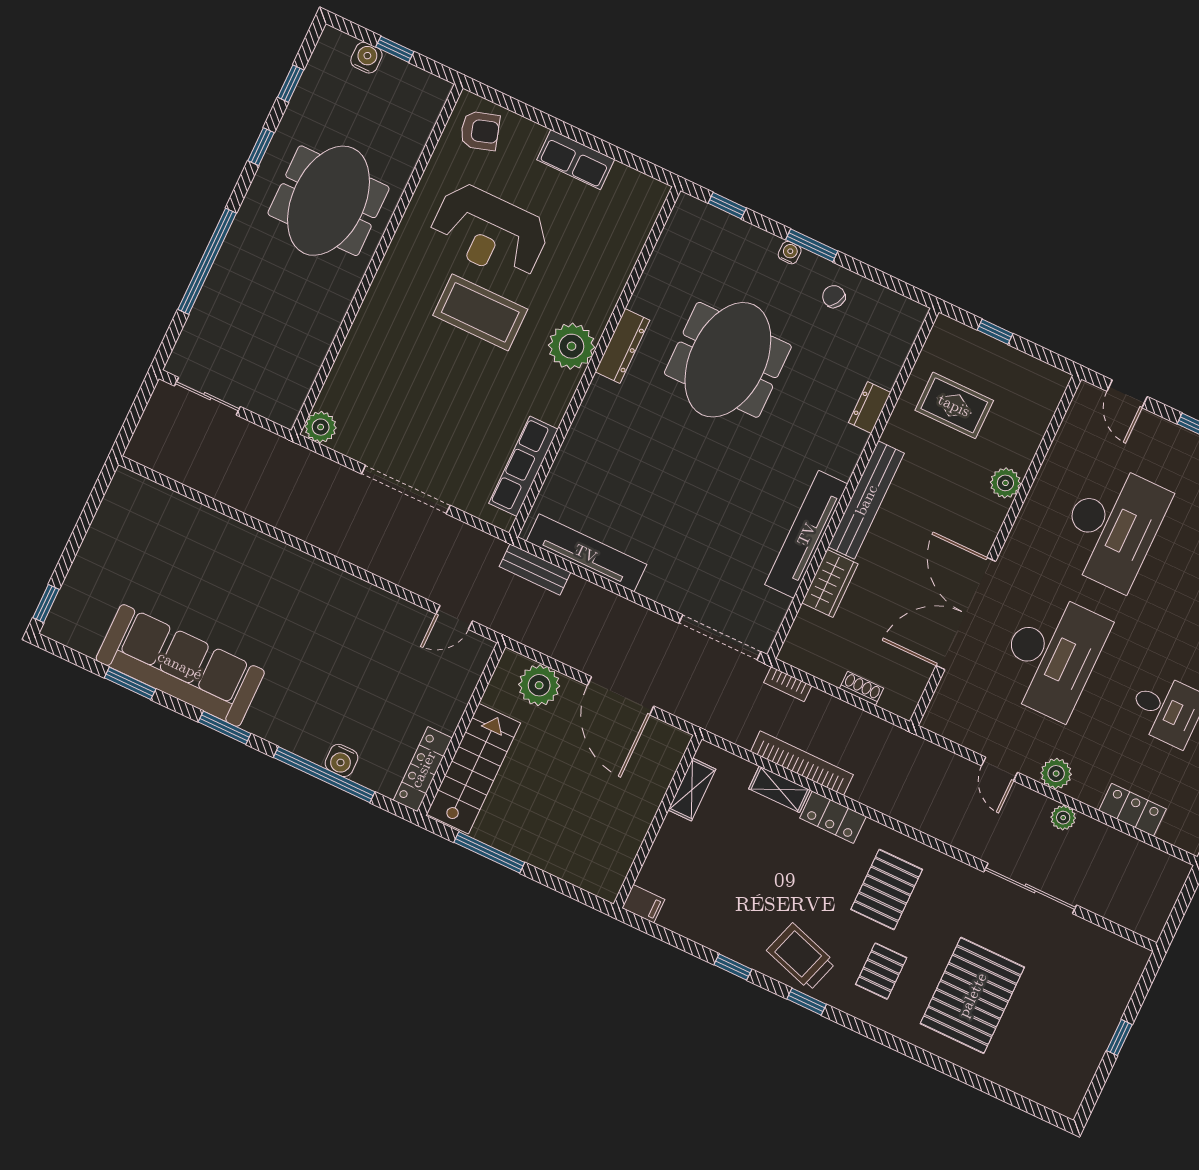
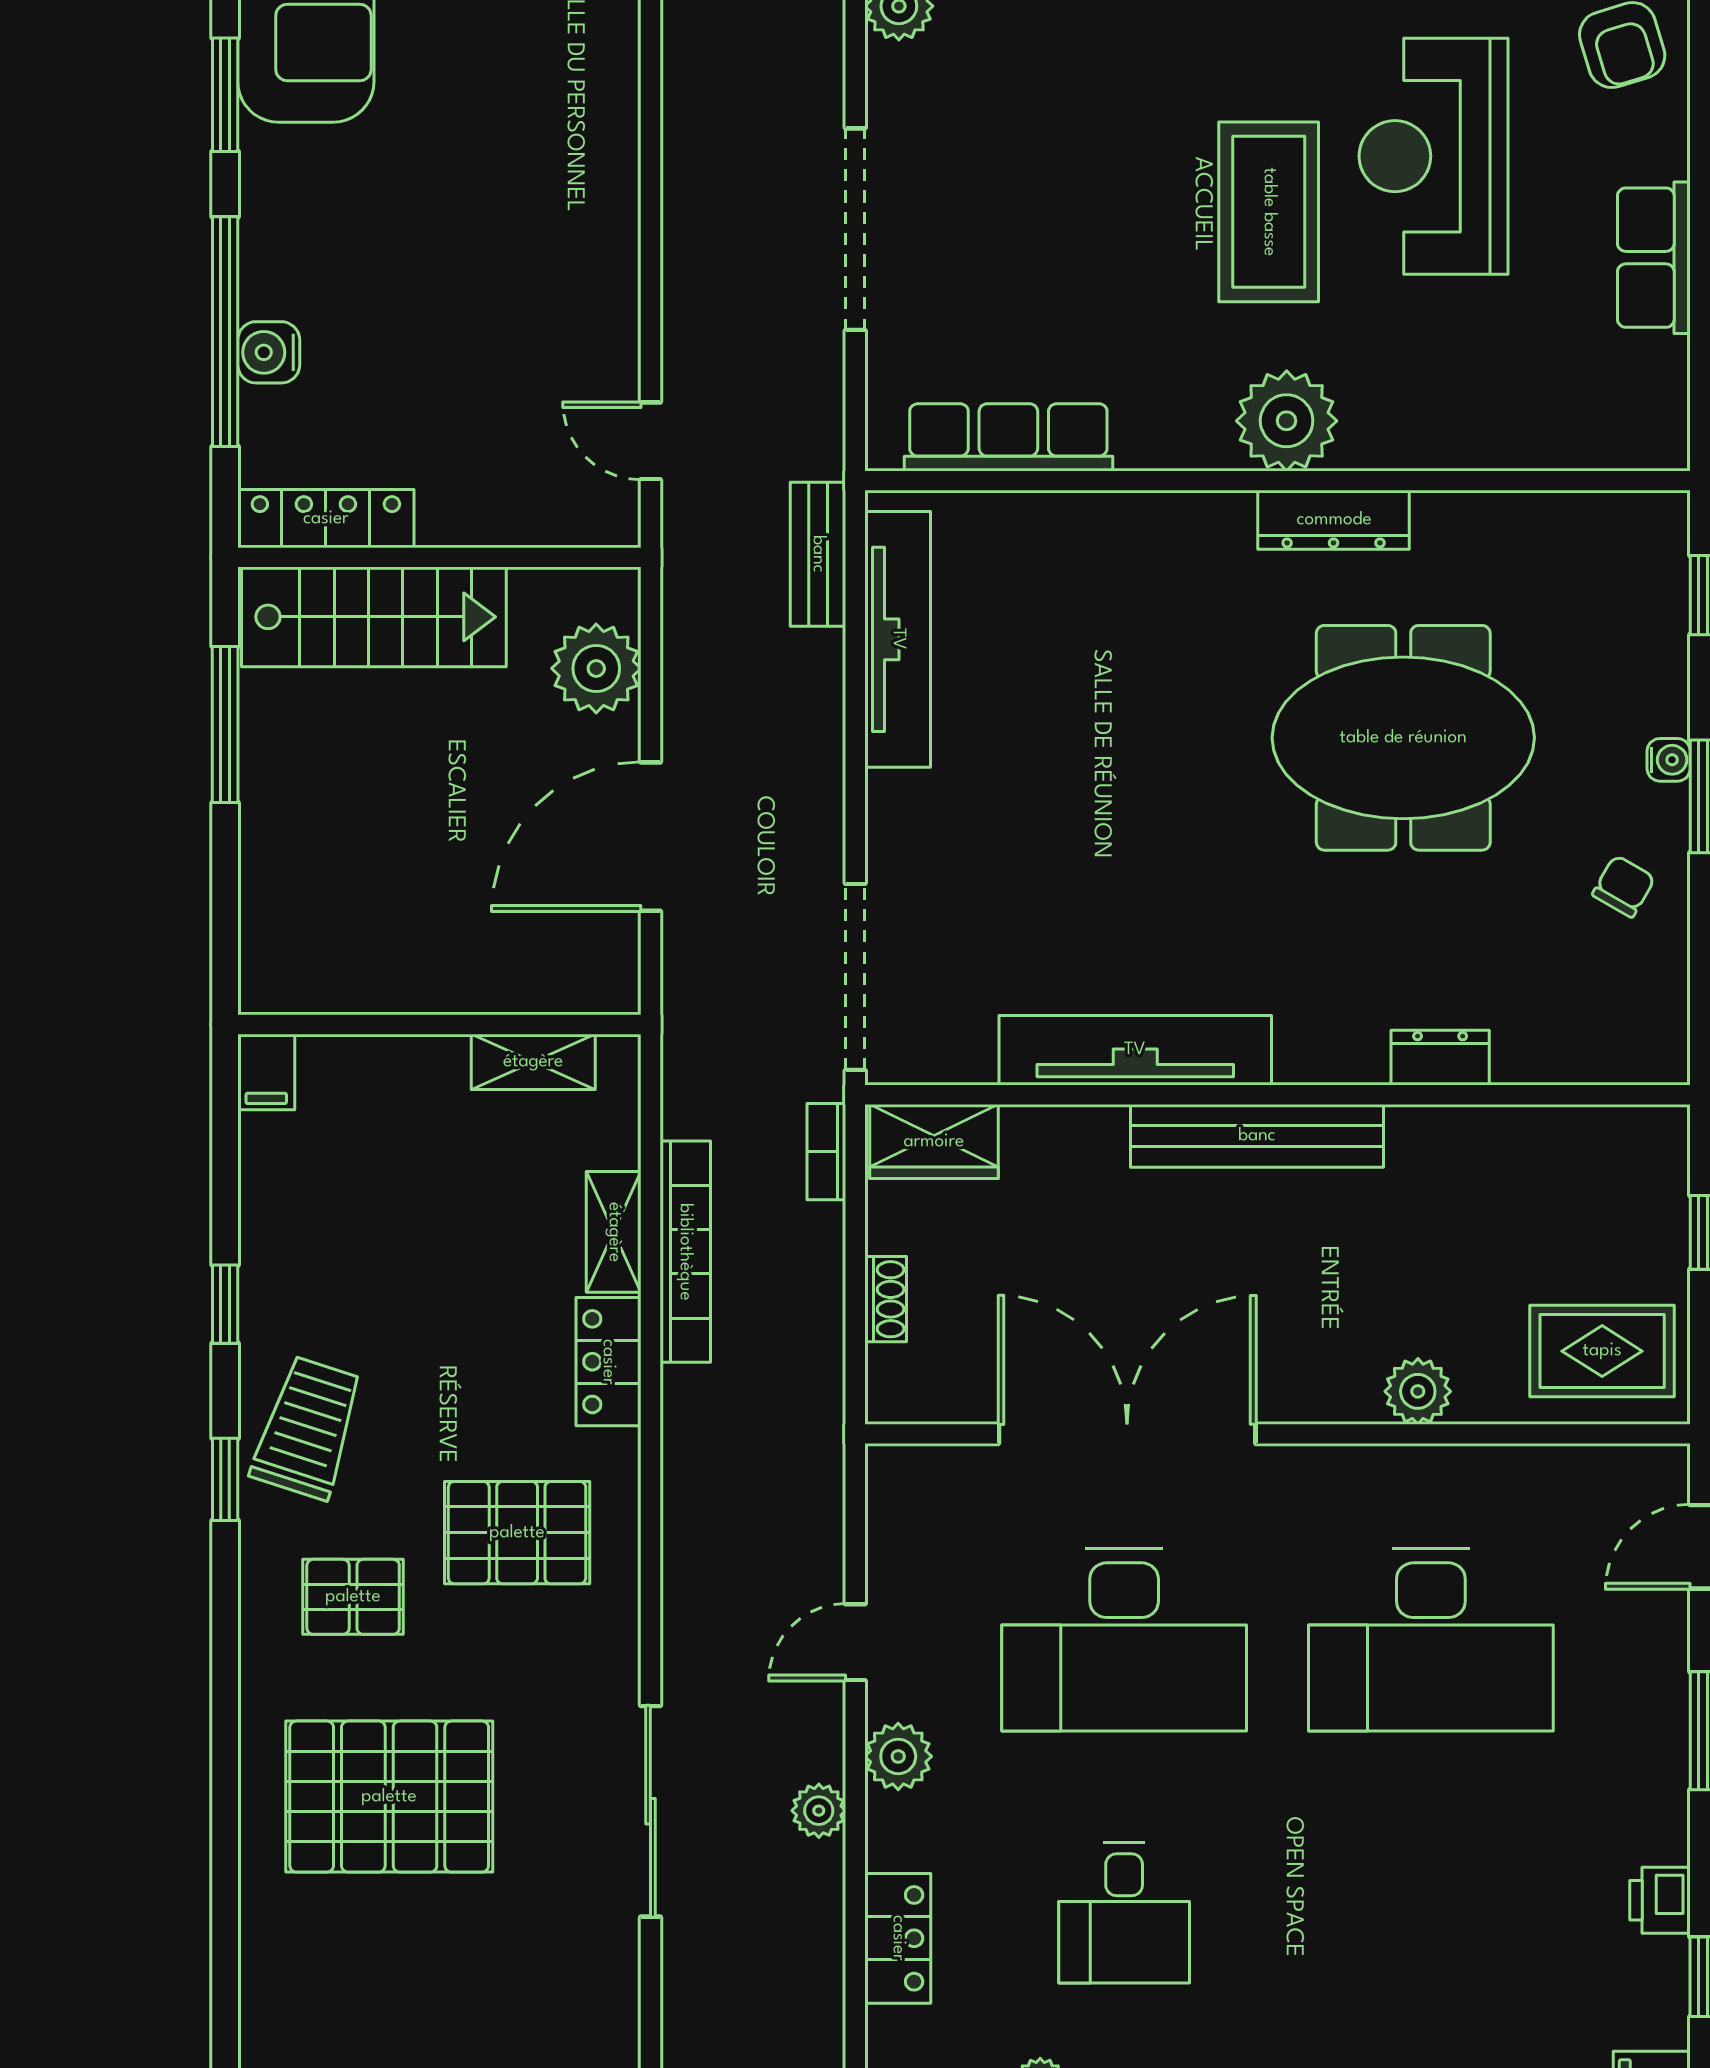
rug: (954, 405) -> (1602, 1351), moved, turned 90
wardrobe: (830, 583) -> (934, 1142), moved

